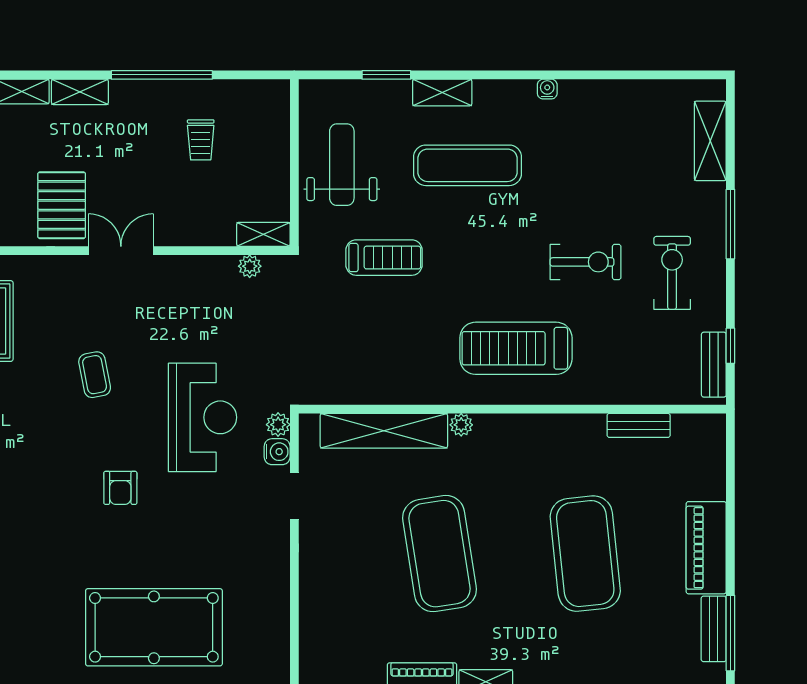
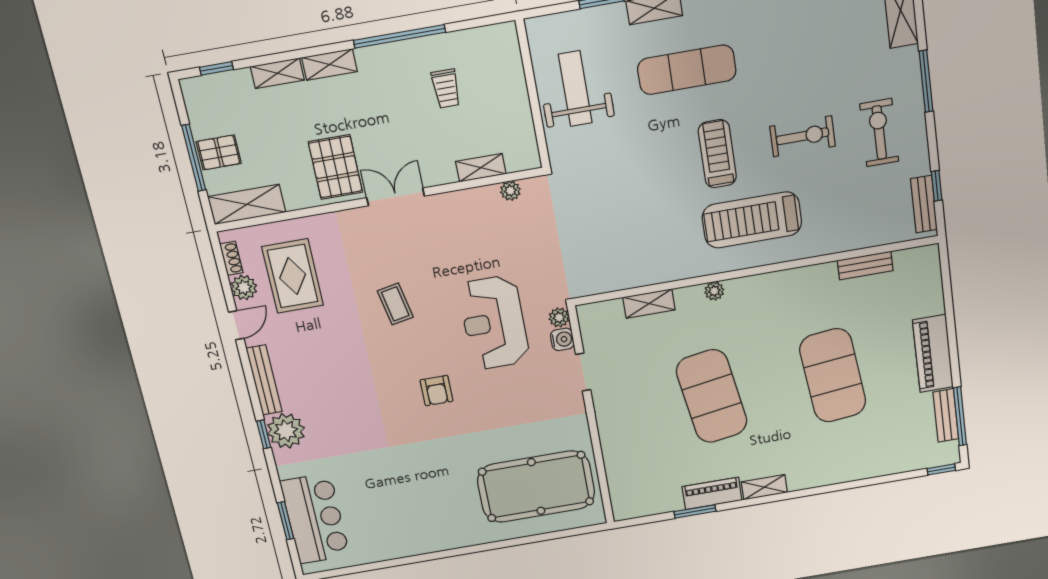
shelving: (263, 234) -> (481, 168), moved
treadmill: (384, 258) -> (717, 154), moved, turned -90
reception desk: (202, 417) -> (494, 323), turned 180
shelving: (384, 431) -> (649, 304), width x0.45, depth x0.75
pool table: (154, 627) -> (536, 487), moved

